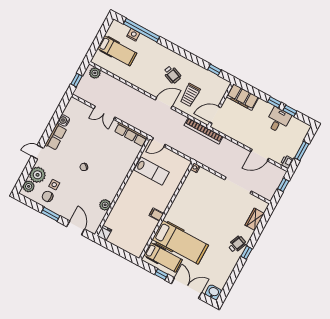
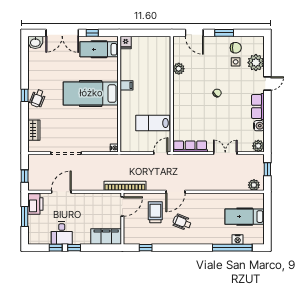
printer: (287, 162) -> (35, 204), width x1.87, depth x1.48
plant: (29, 186) -> (258, 146), moved
fridge: (104, 233) -> (126, 42), moved
hospital bed: (180, 242) -> (91, 93), moved

